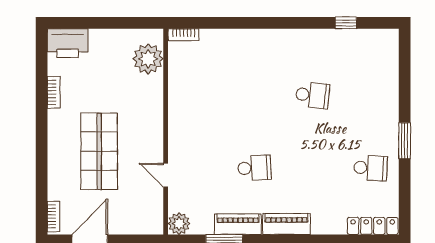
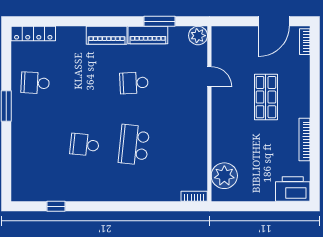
bookcase: (54, 92) -> (304, 140), width x1.56
school desk: (254, 95) -> (134, 145), added
shop shelf: (99, 151) -> (266, 97), width x0.70, depth x0.74

